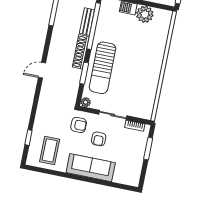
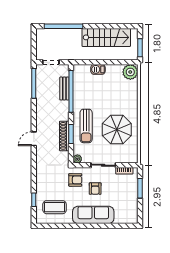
plant: (145, 14) -> (130, 72), moved
shoe rack: (81, 52) -> (64, 136), moved
sun lounger: (103, 68) -> (86, 126), width x0.73, depth x0.75
parasol: (136, 78) -> (117, 129), added
coffee table: (50, 150) -> (55, 207), turned 90

